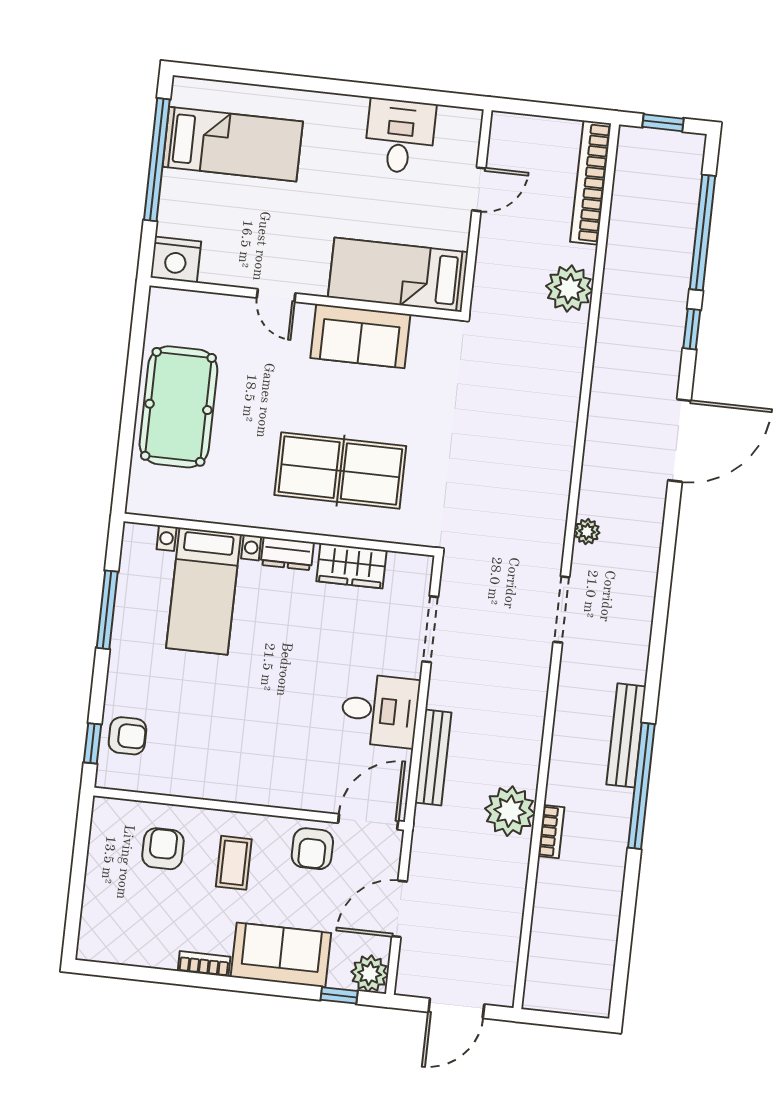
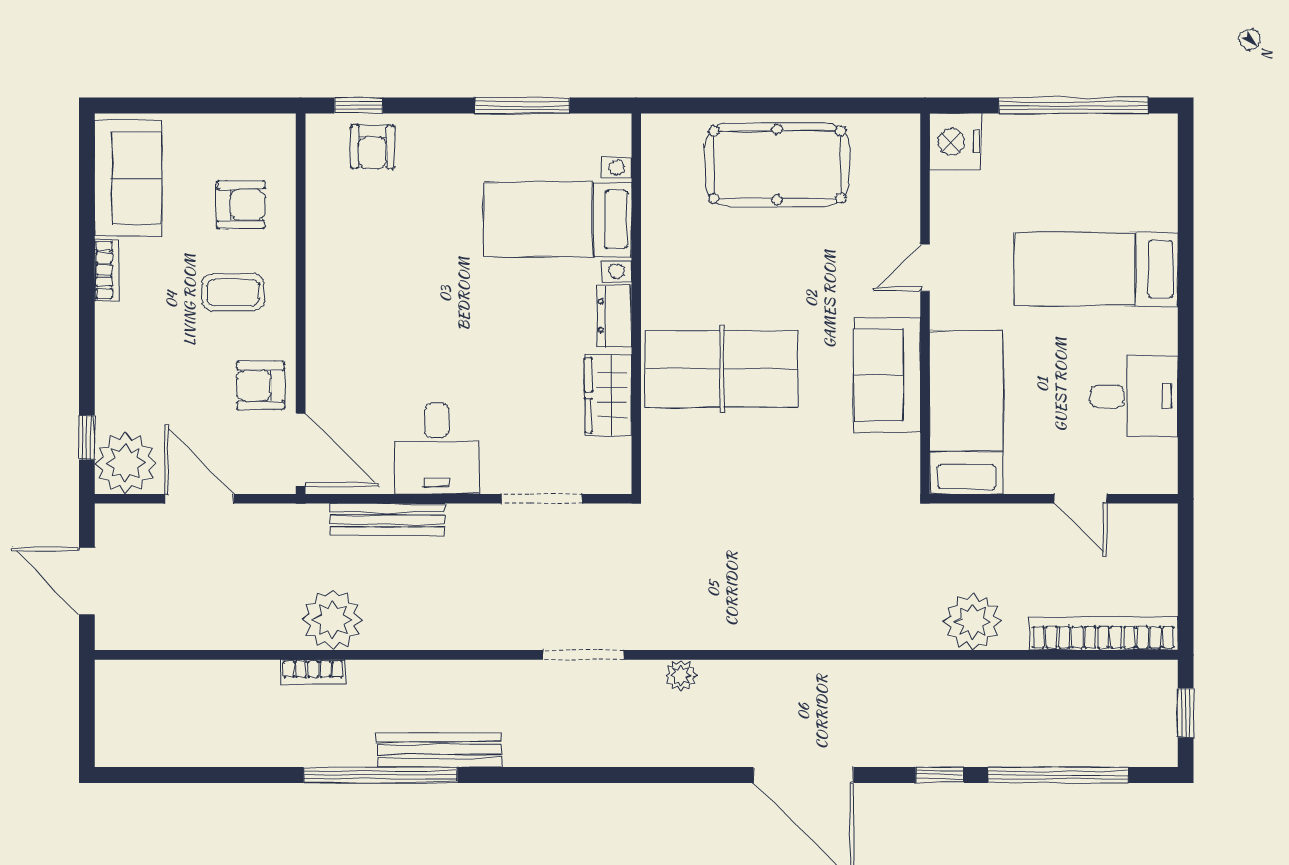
bed: (233, 144) -> (1096, 269), moved, turned 90
table tennis table: (340, 471) -> (722, 369), turned 90
sofa: (281, 955) -> (128, 178), moved
plant: (370, 974) -> (126, 463), width x1.36, depth x1.36

